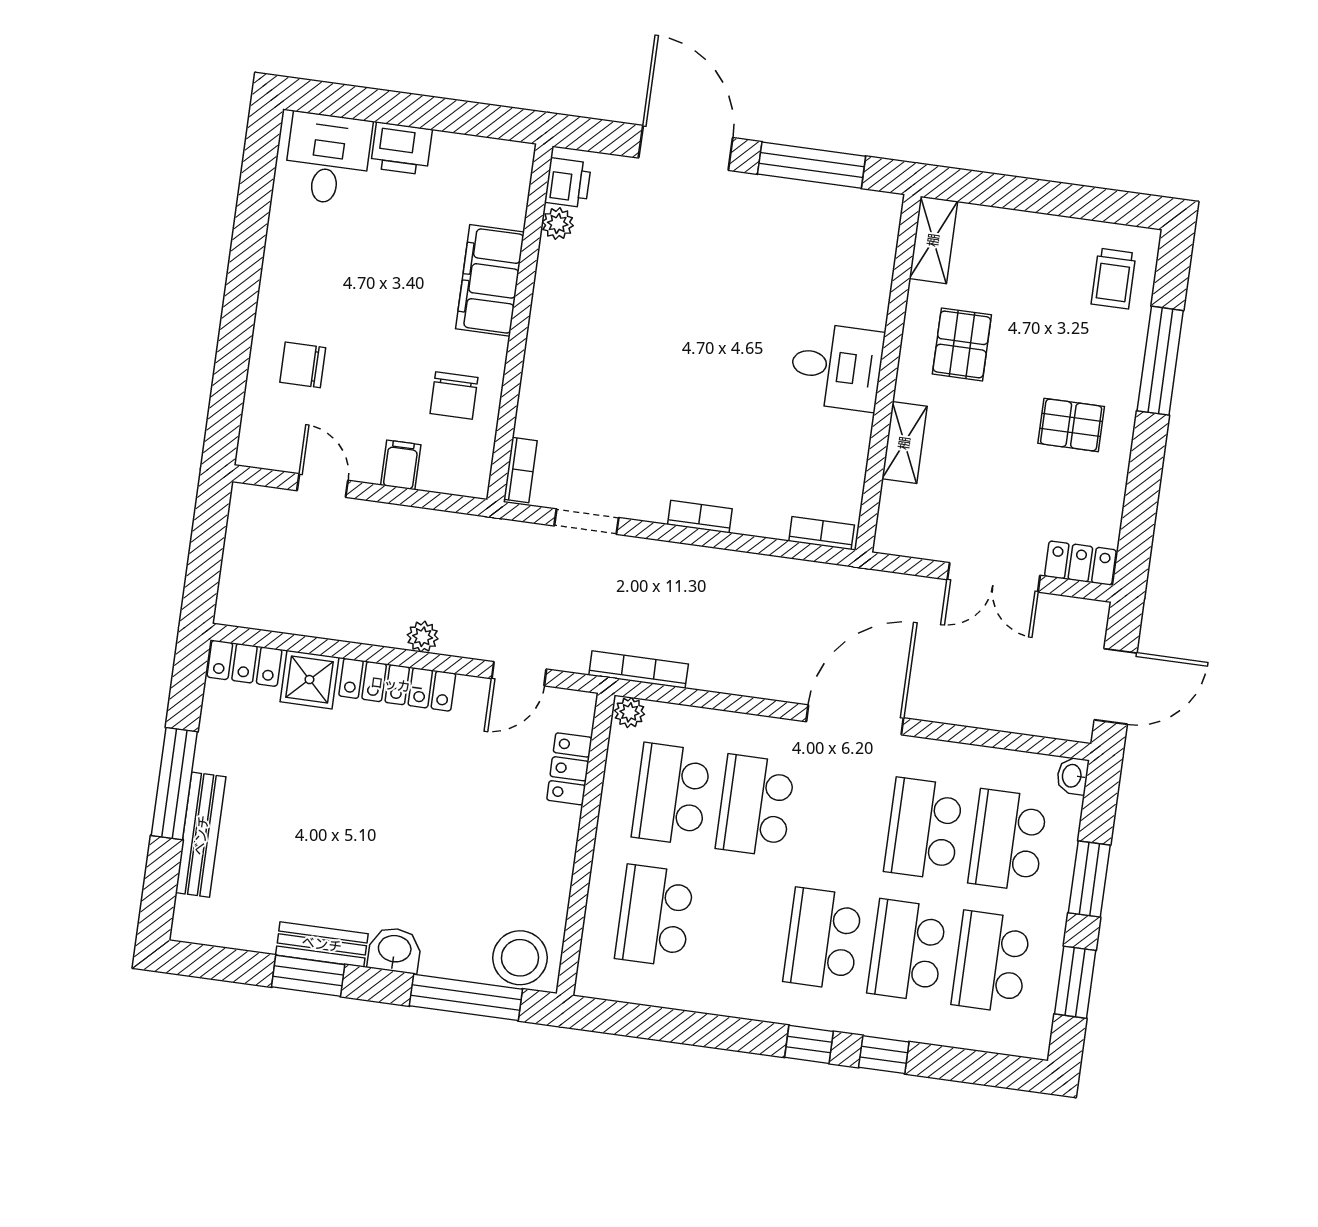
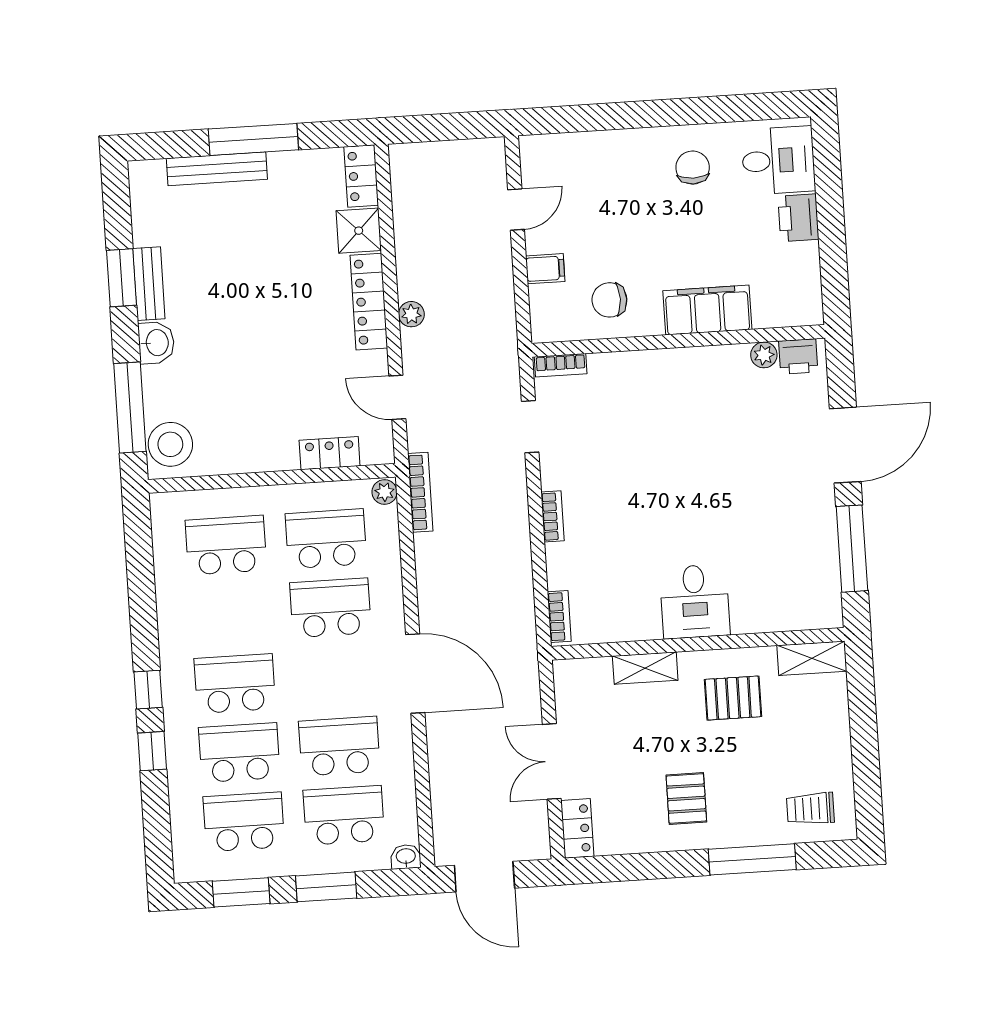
chair: (303, 365) -> (693, 168), moved

